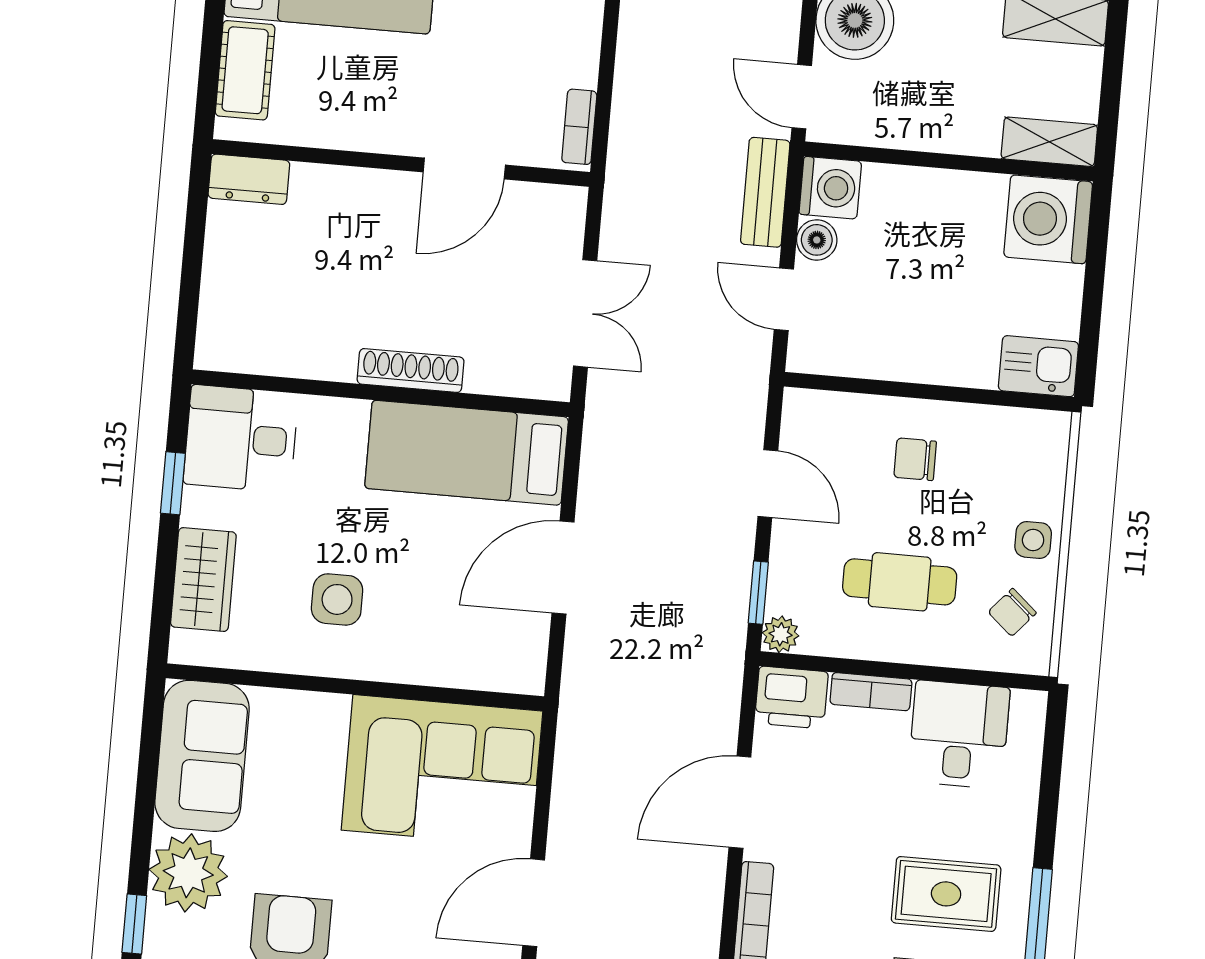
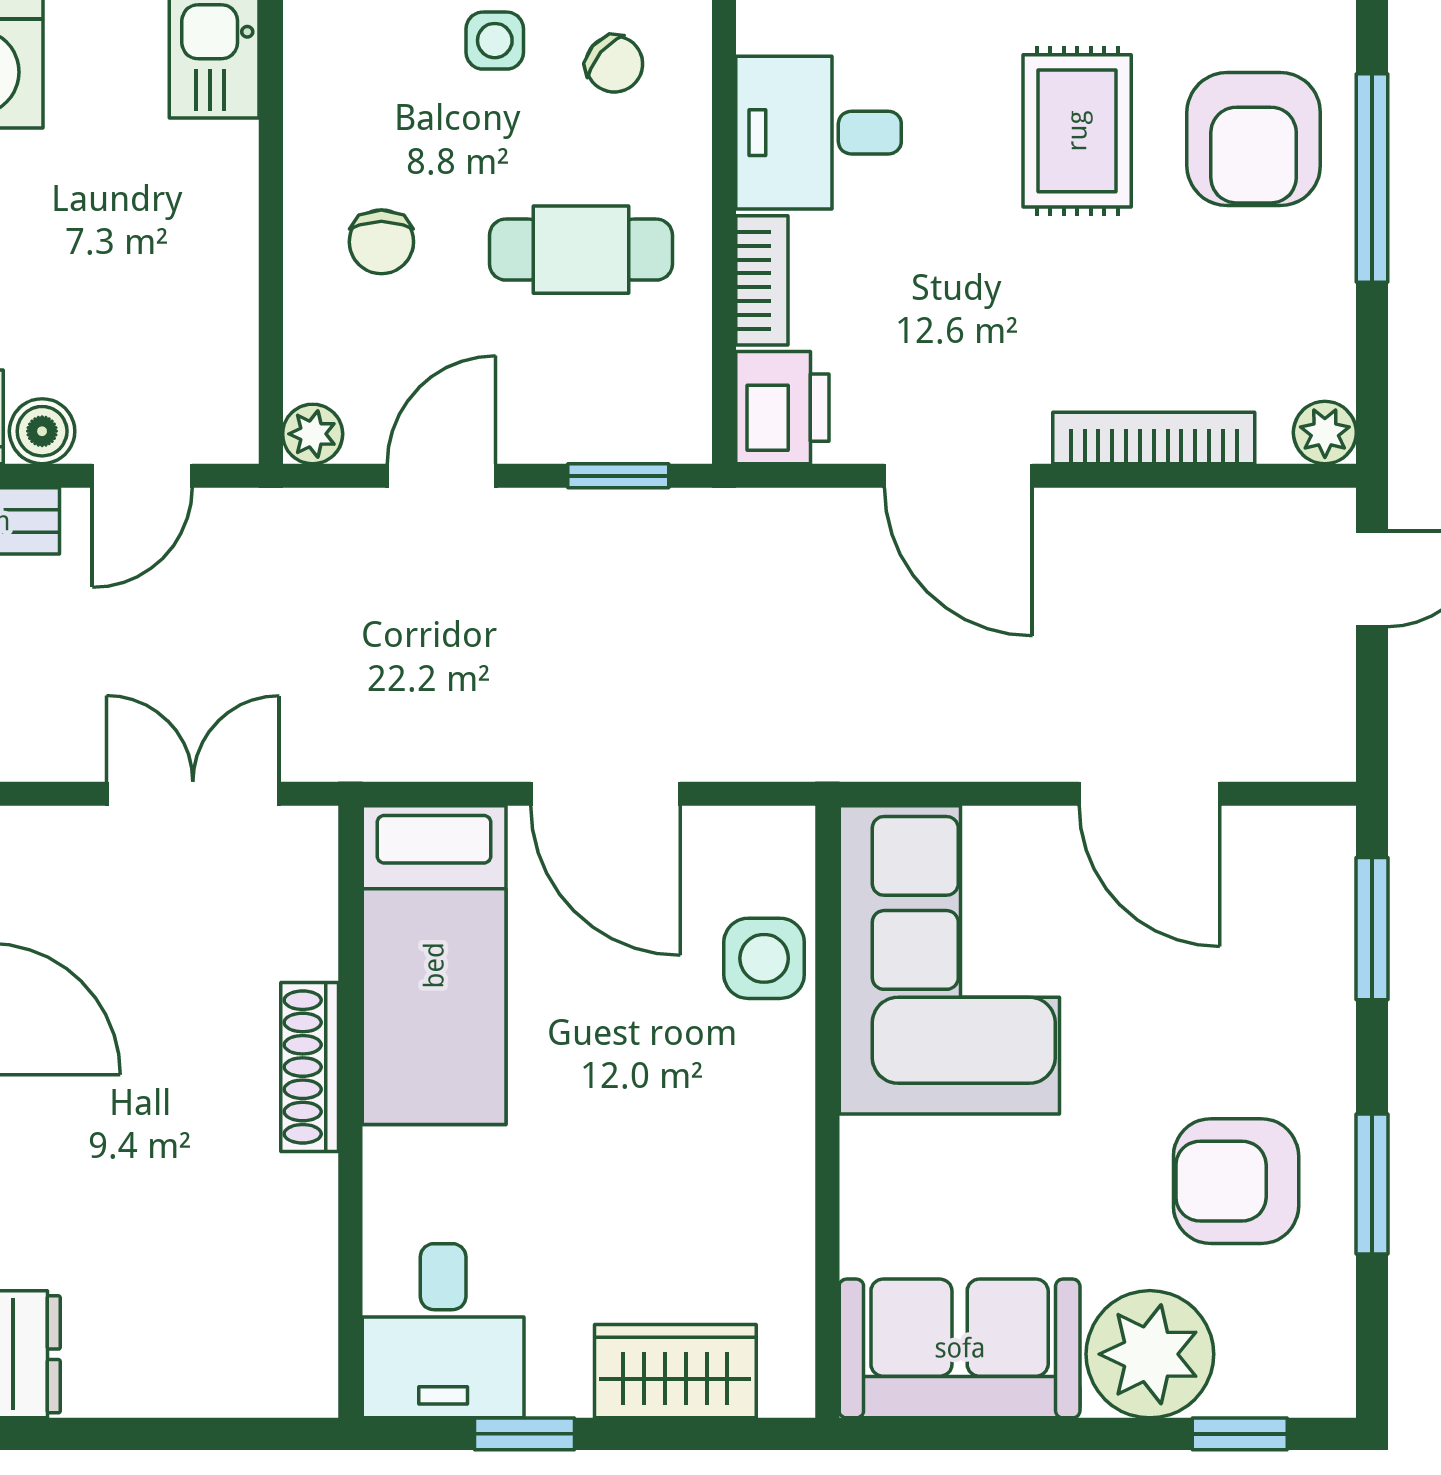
cafe table: (900, 582) -> (581, 250), turned 90
side table: (337, 599) -> (764, 958), moved
plant: (781, 634) -> (313, 434), moved

